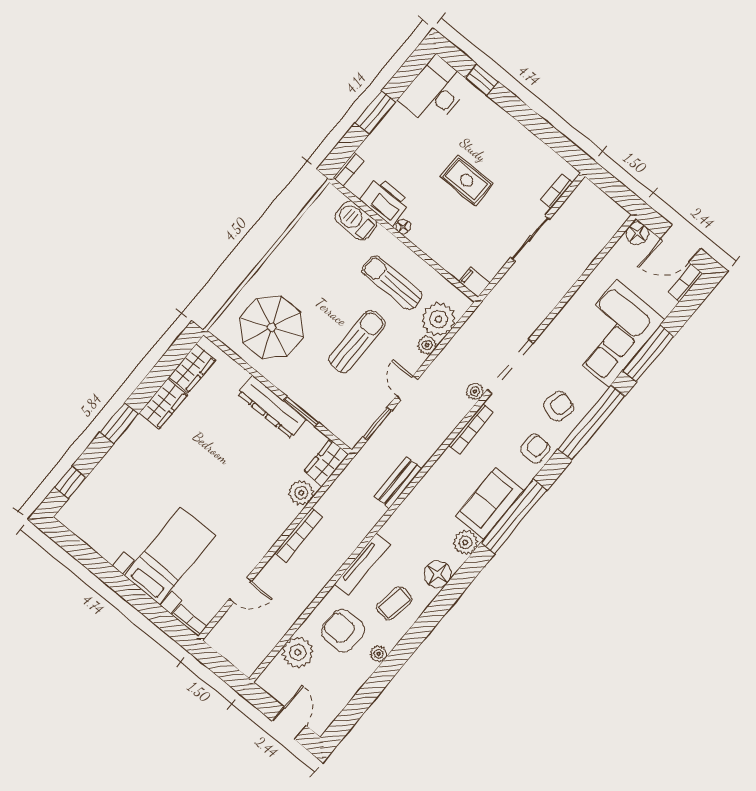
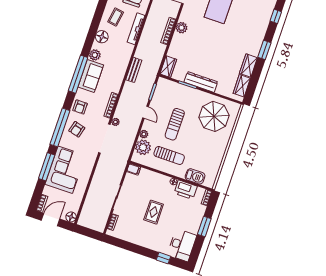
rug: (467, 180) -> (154, 212), turned 90
plant: (301, 493) -> (182, 28), moved

